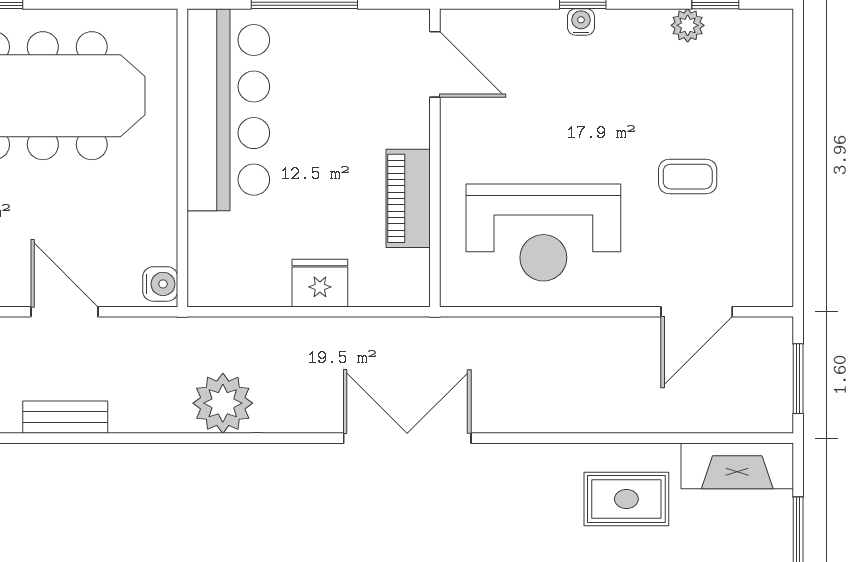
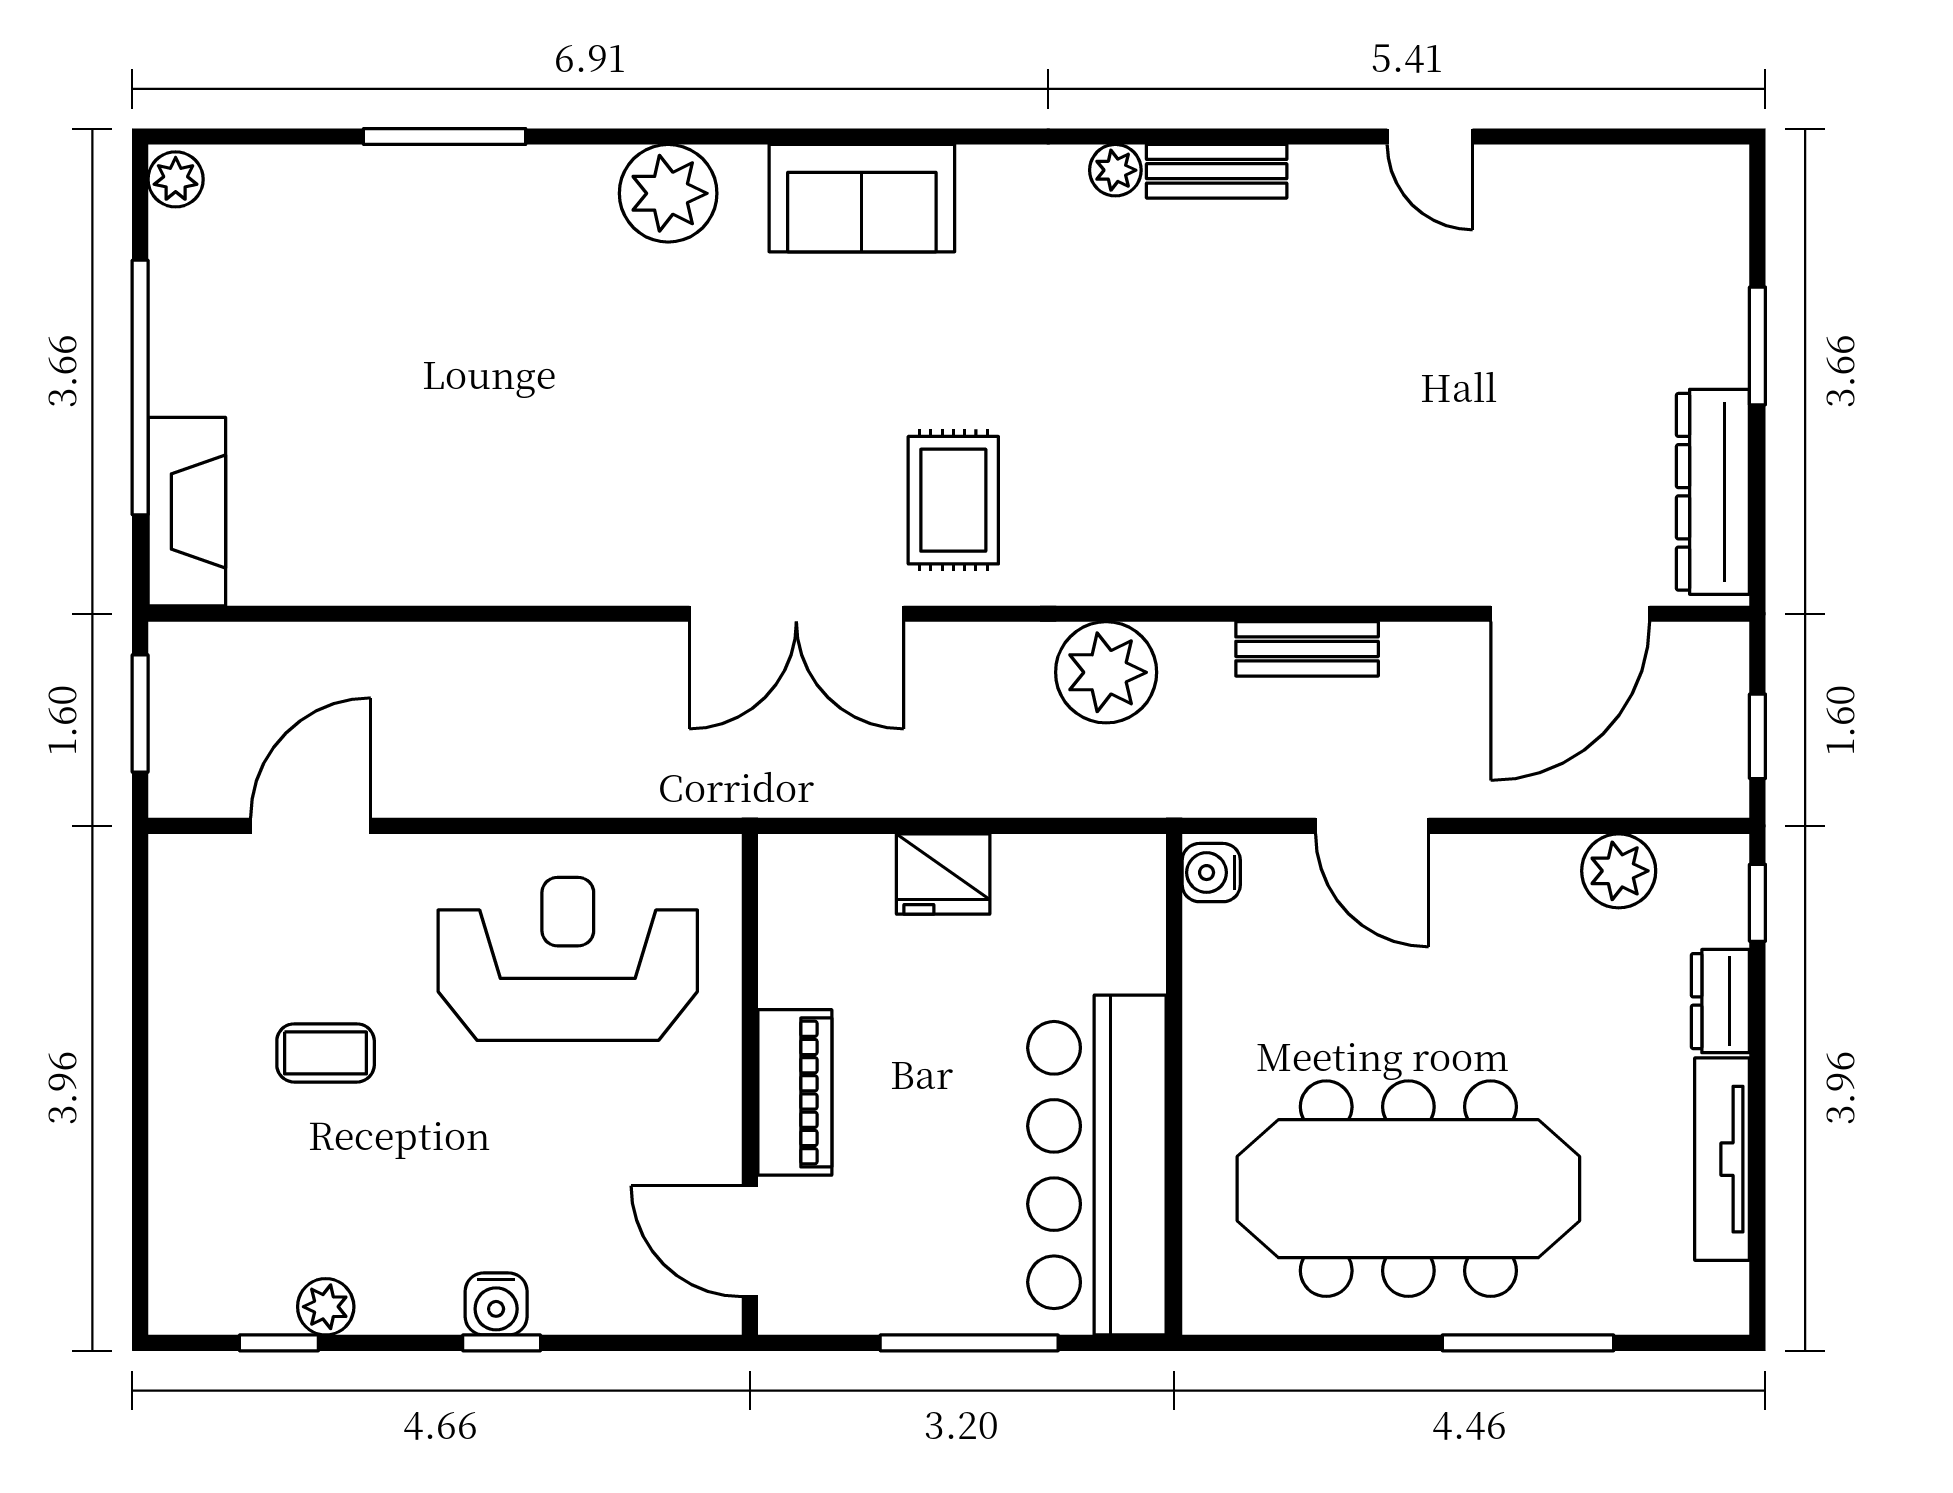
water cooler: (581, 22) -> (496, 1304), width x1.38, depth x1.38
piano: (408, 198) -> (795, 1092), moved
bench: (65, 417) -> (1307, 649), moved
fireplace: (737, 466) -> (187, 512), moved, turned 90
rug: (626, 499) -> (953, 500), moved, turned 90

